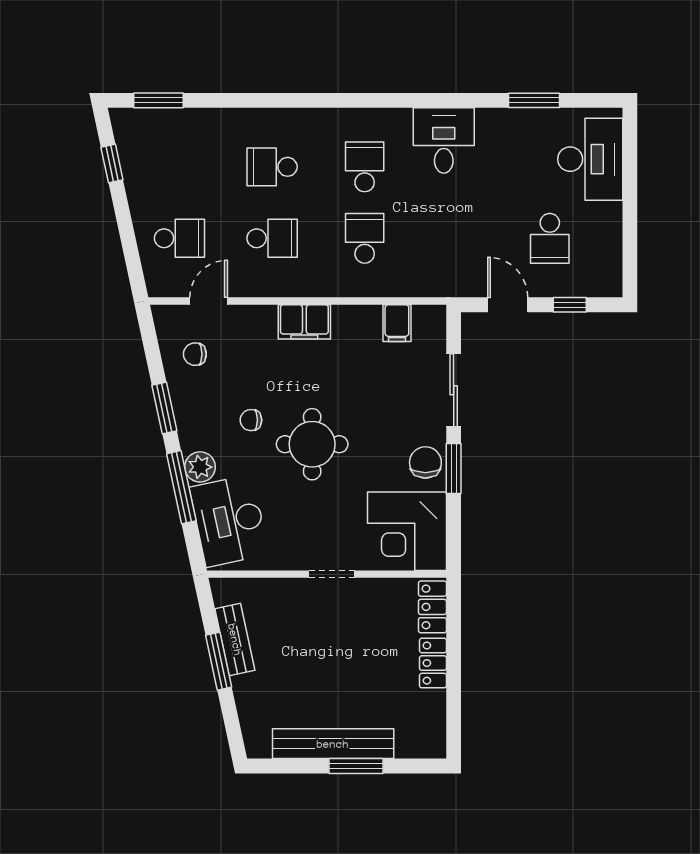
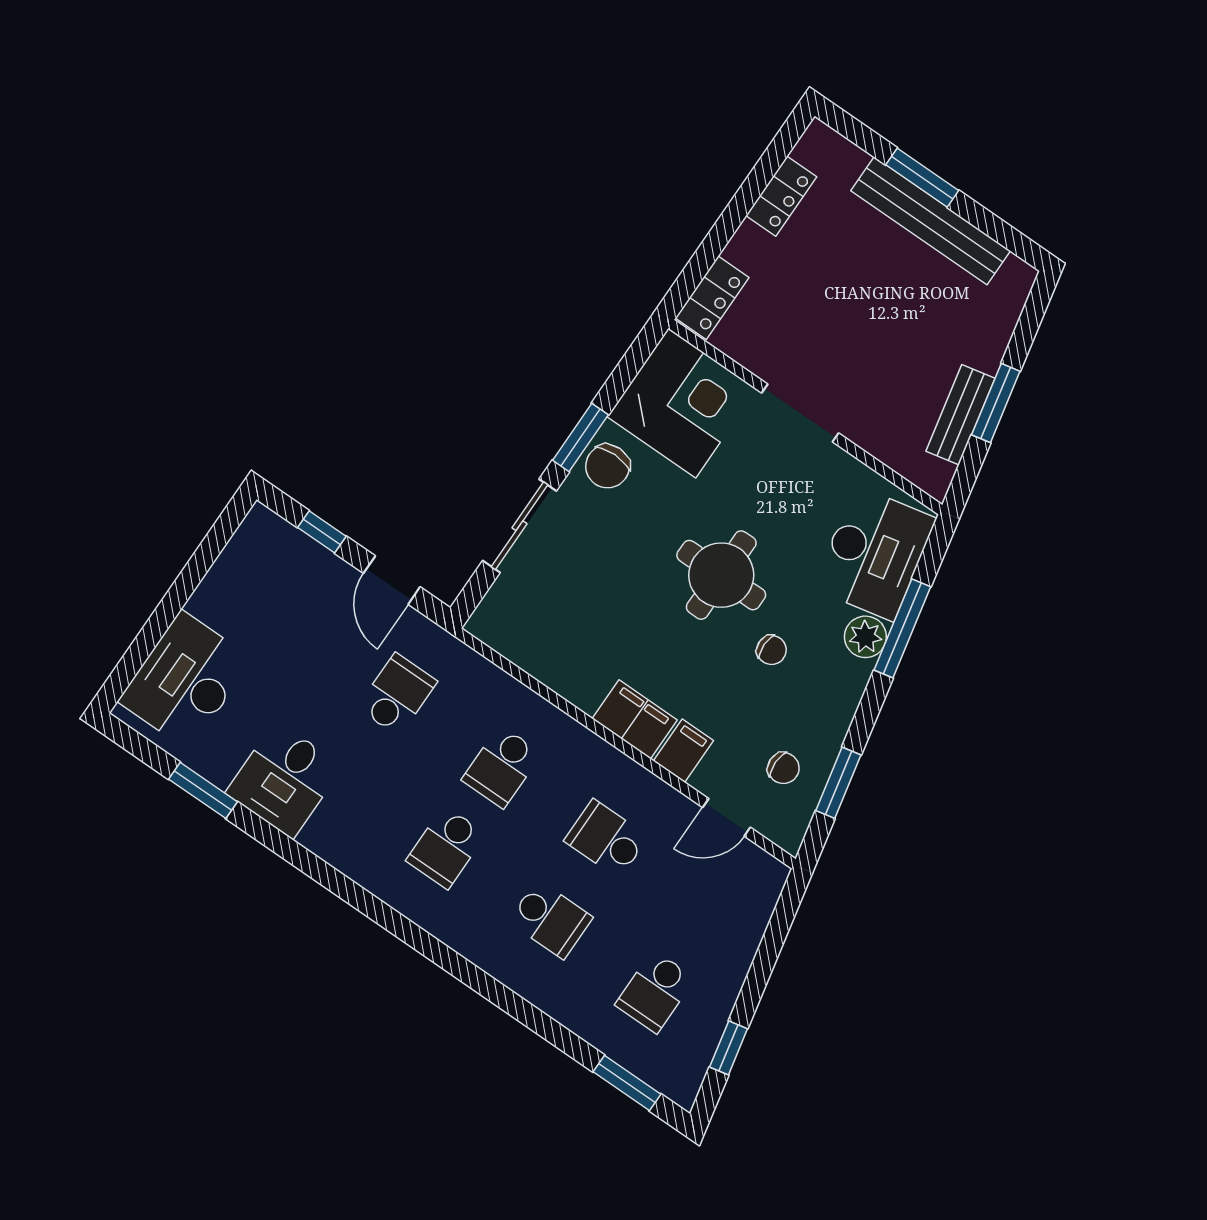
desk: (444, 140) -> (284, 780), moved
school desk: (179, 238) -> (655, 991), moved, turned -90
school desk: (550, 238) -> (397, 695), moved
filing cabinet: (397, 323) -> (683, 751), moved
window: (164, 408) -> (838, 783), moved
doorway: (332, 574) -> (800, 413), width x1.38
locker: (433, 663) -> (781, 196), moved

